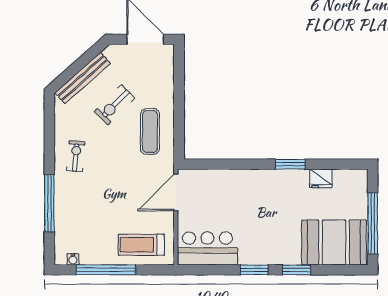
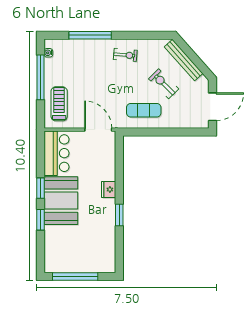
fridge: (321, 178) -> (109, 190), moved
booth: (334, 242) -> (61, 201), moved

